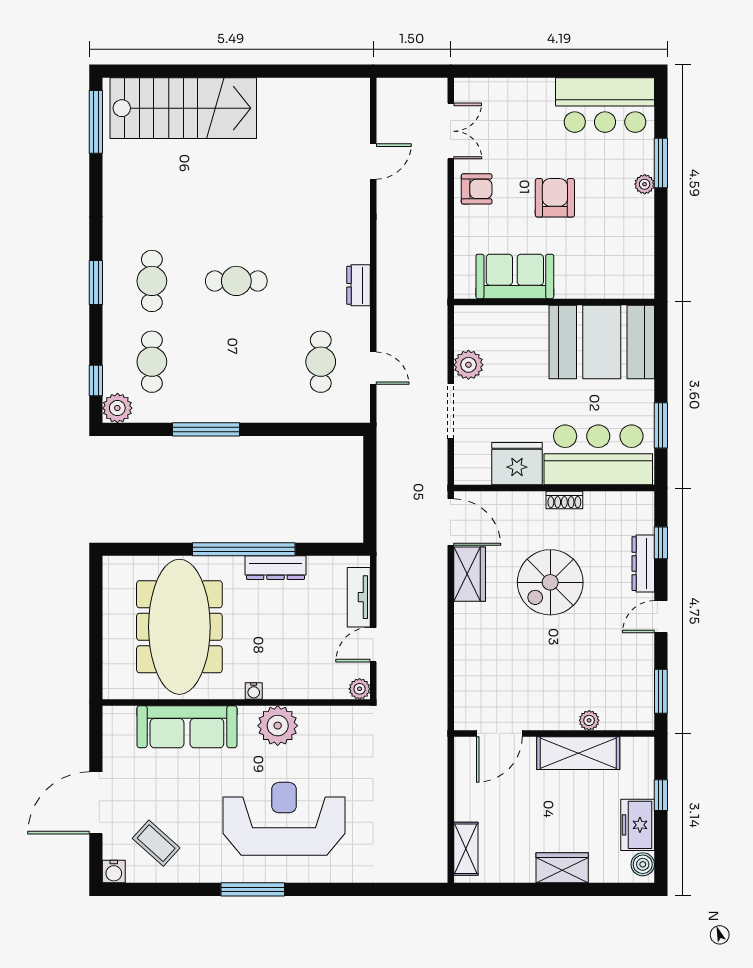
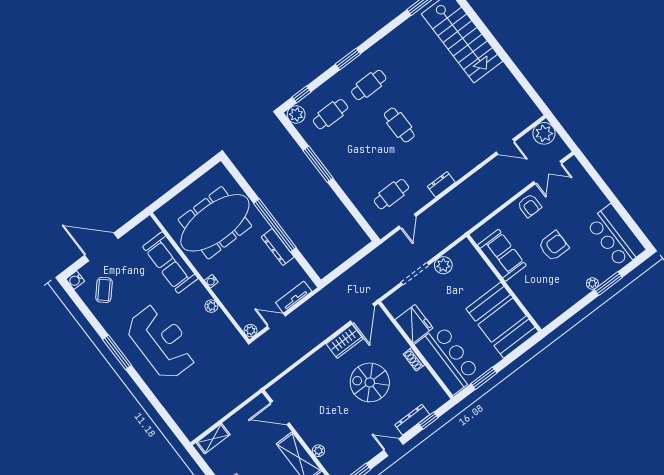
plant: (395, 96) -> (544, 133), added
plant: (278, 726) -> (211, 306), width x0.53, depth x0.53

